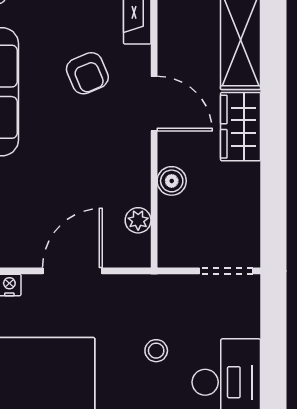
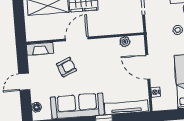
boiler: (172, 181) -> (108, 29), removed

